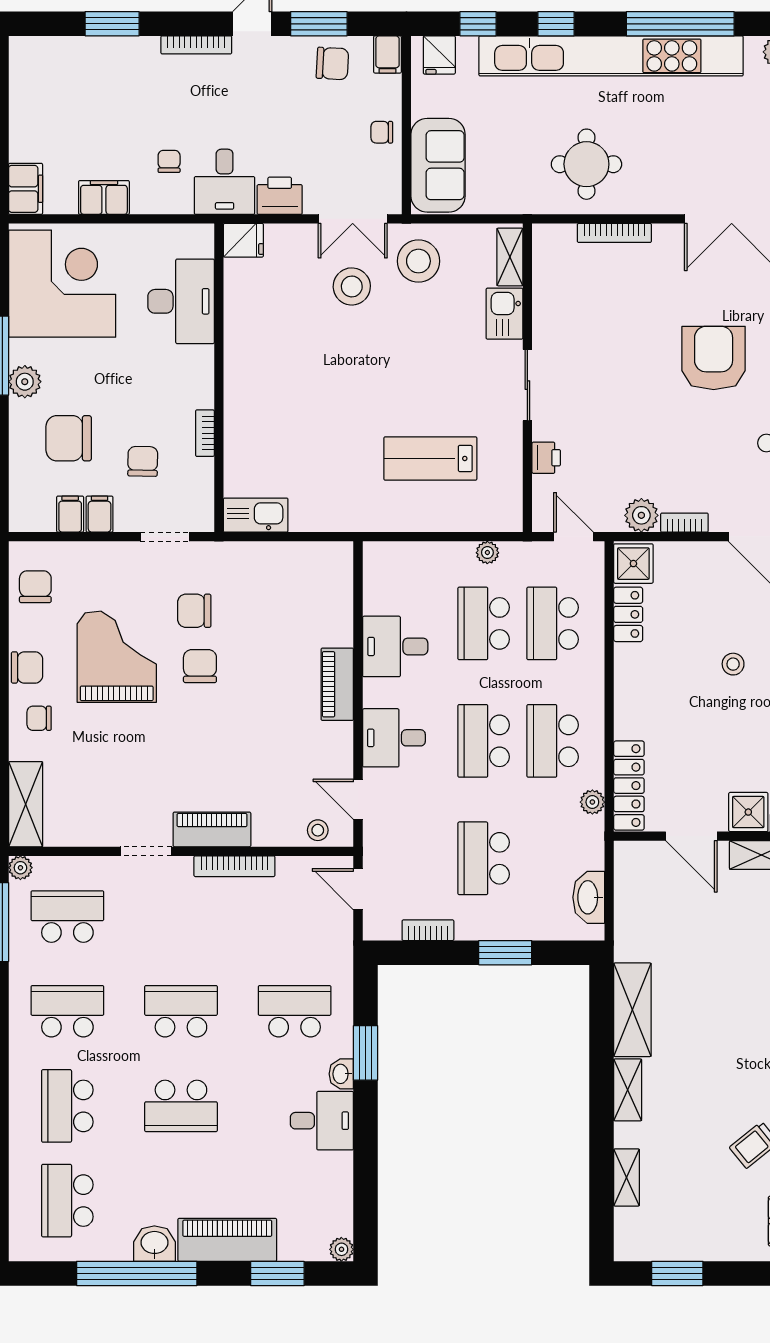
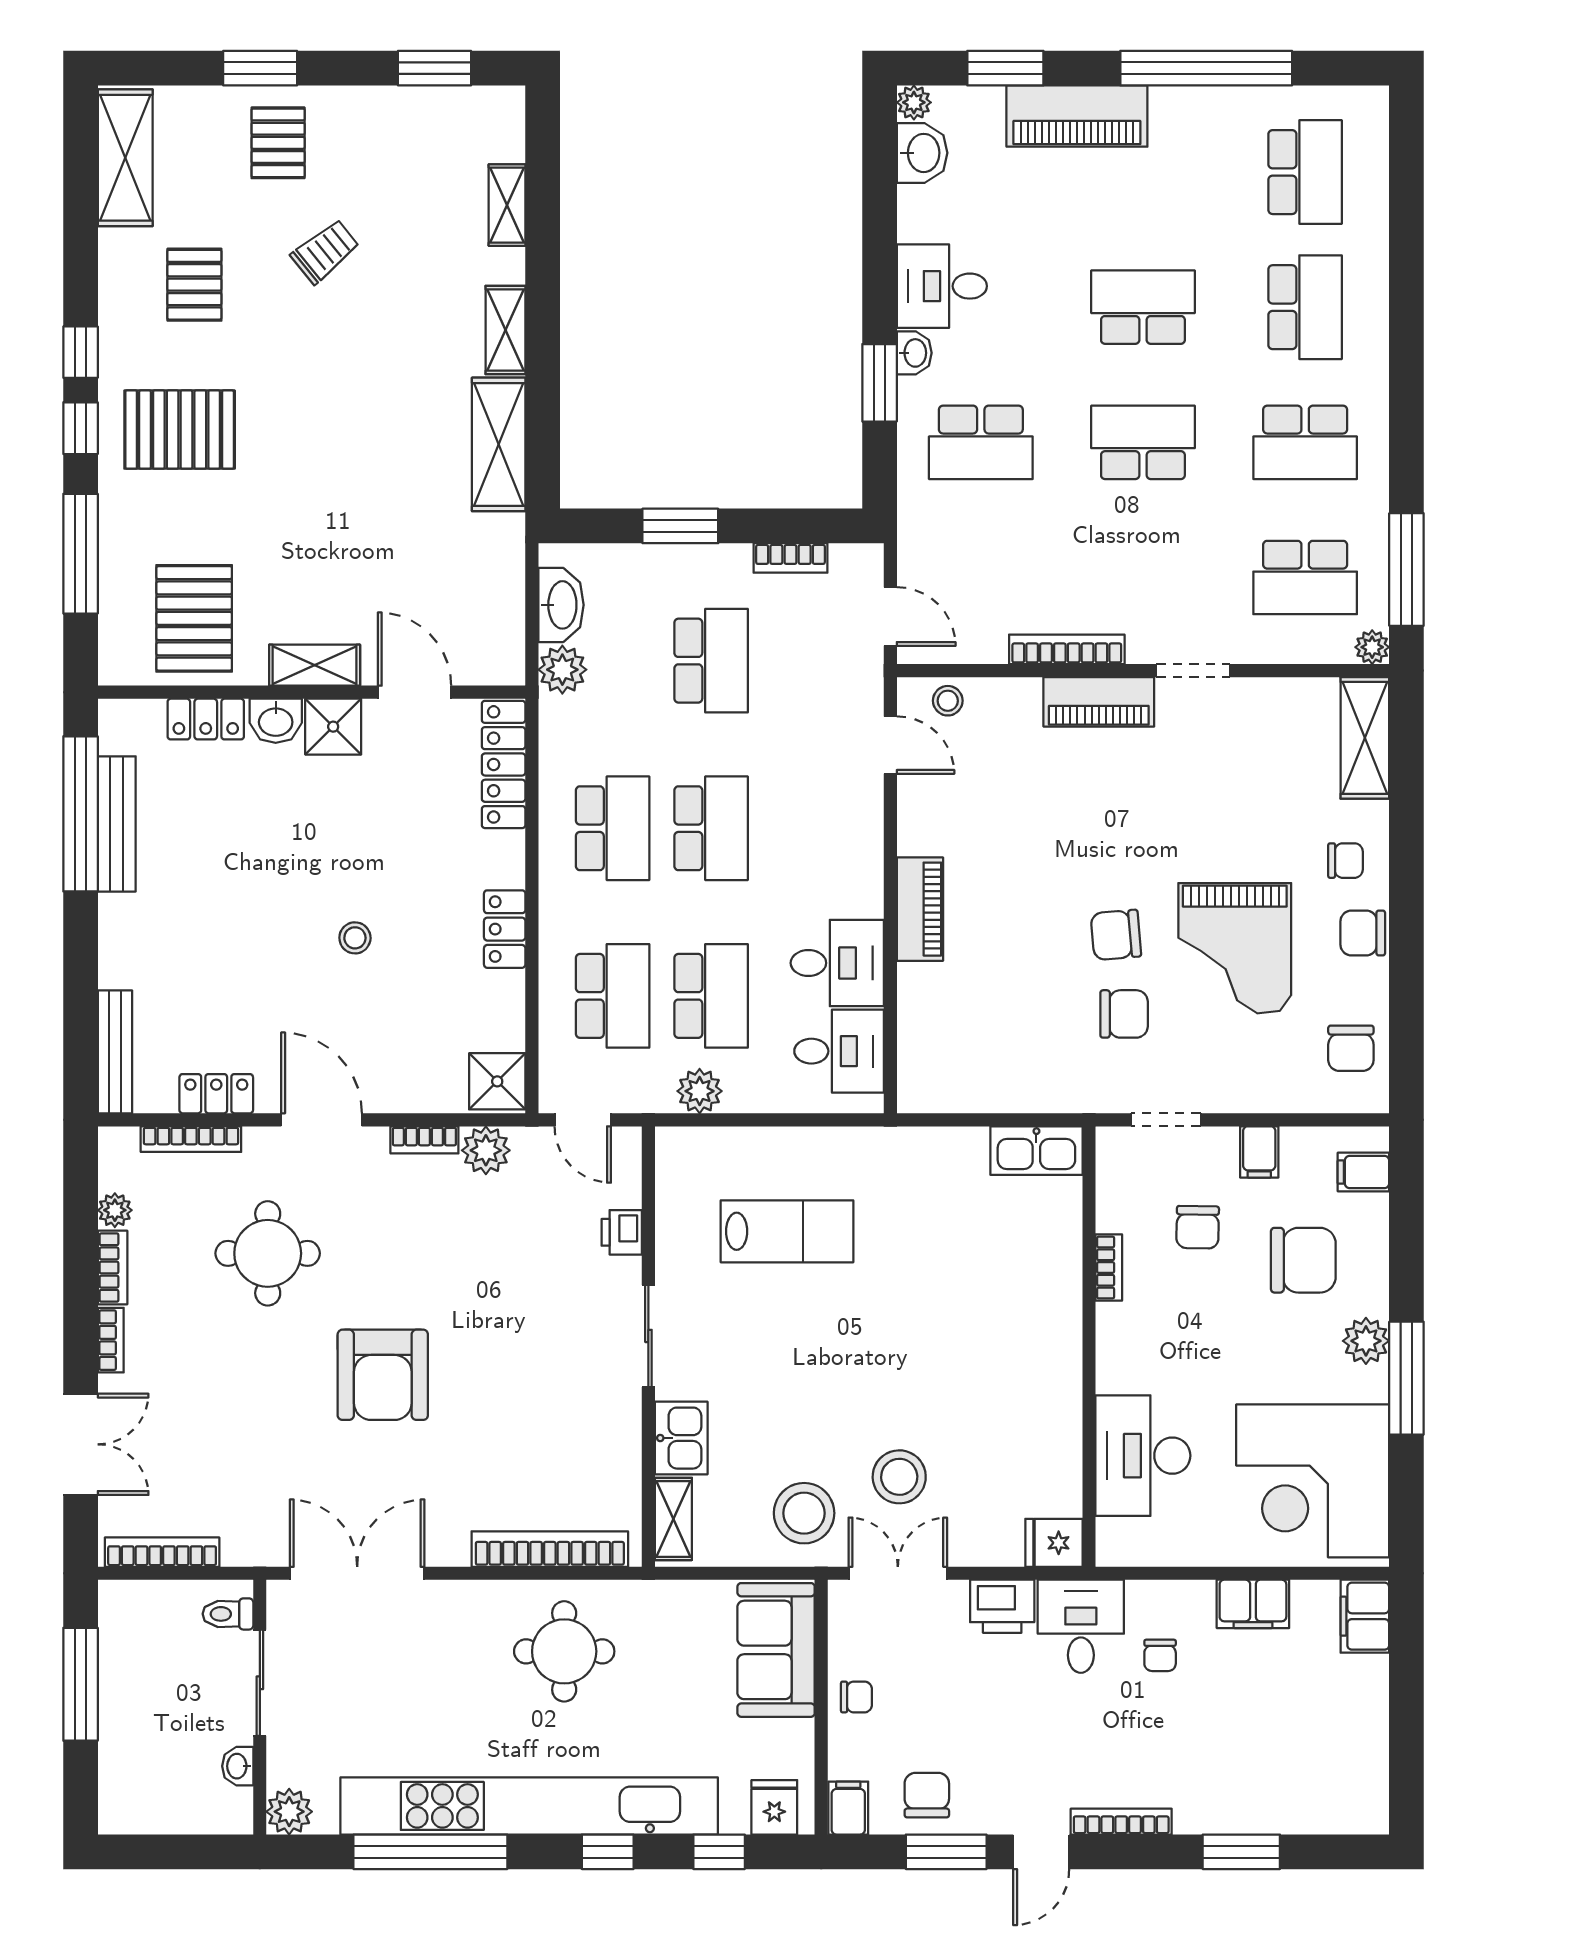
chair: (332, 63) -> (927, 1795), turned 87
bookcase: (614, 233) -> (550, 1549), width x1.48, depth x1.31
filing cabinet: (70, 514) -> (1363, 1172), moved, turned 90
plant: (487, 553) -> (700, 1091), width x1.38, depth x1.38
locker: (628, 614) -> (505, 929), moved
chair: (200, 666) -> (1116, 935), turned 85
desk: (394, 738) -> (839, 1051), moved
plant: (592, 802) -> (562, 670), moved, width x1.38, depth x1.38
school desk: (181, 1011) -> (1143, 442), turned 180
washbasin: (154, 1244) -> (922, 153), moved, turned -90

